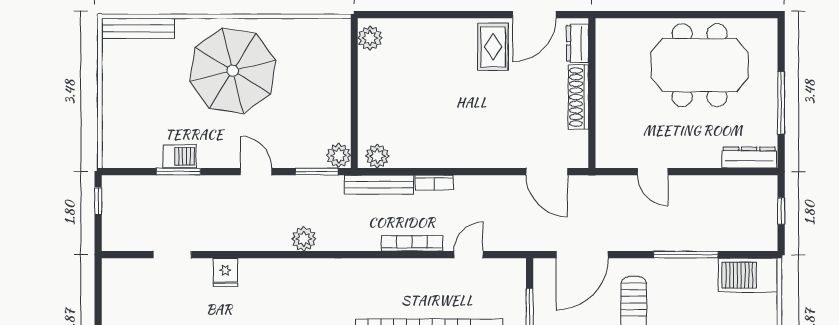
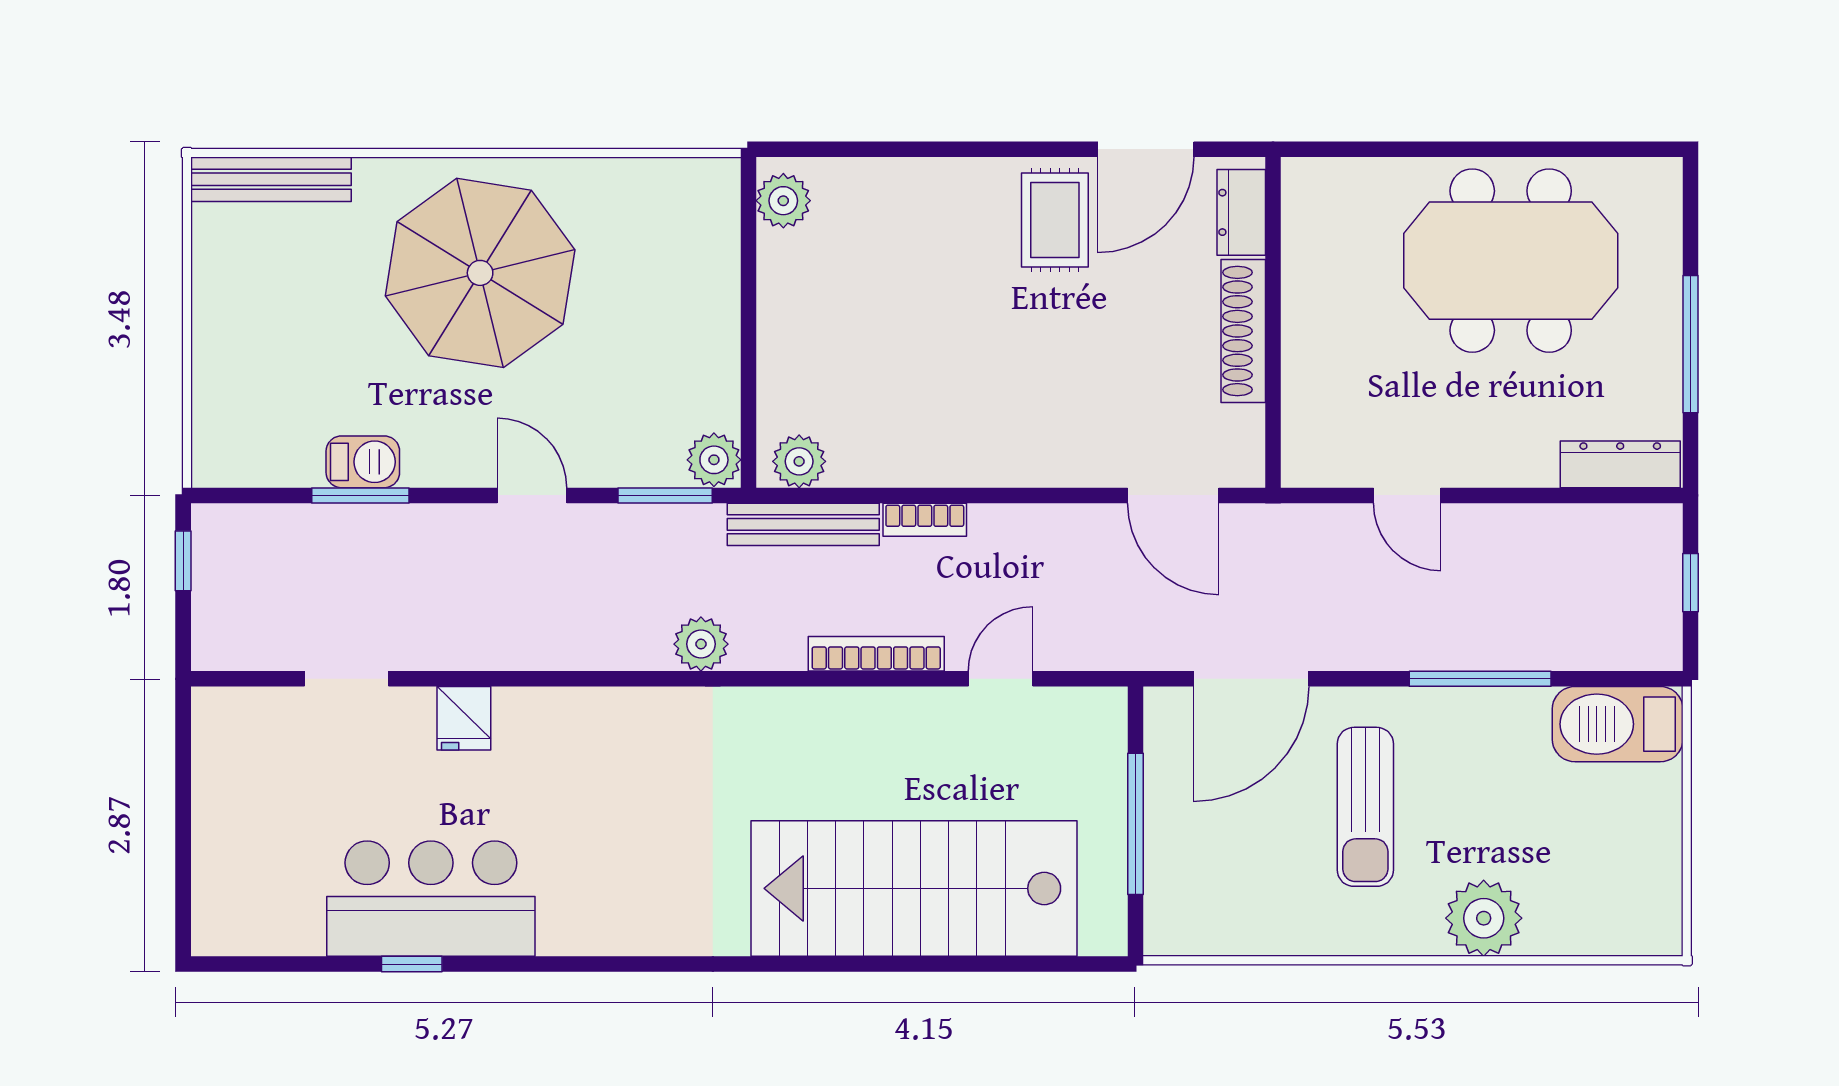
plant: (304, 239) -> (701, 644), moved

